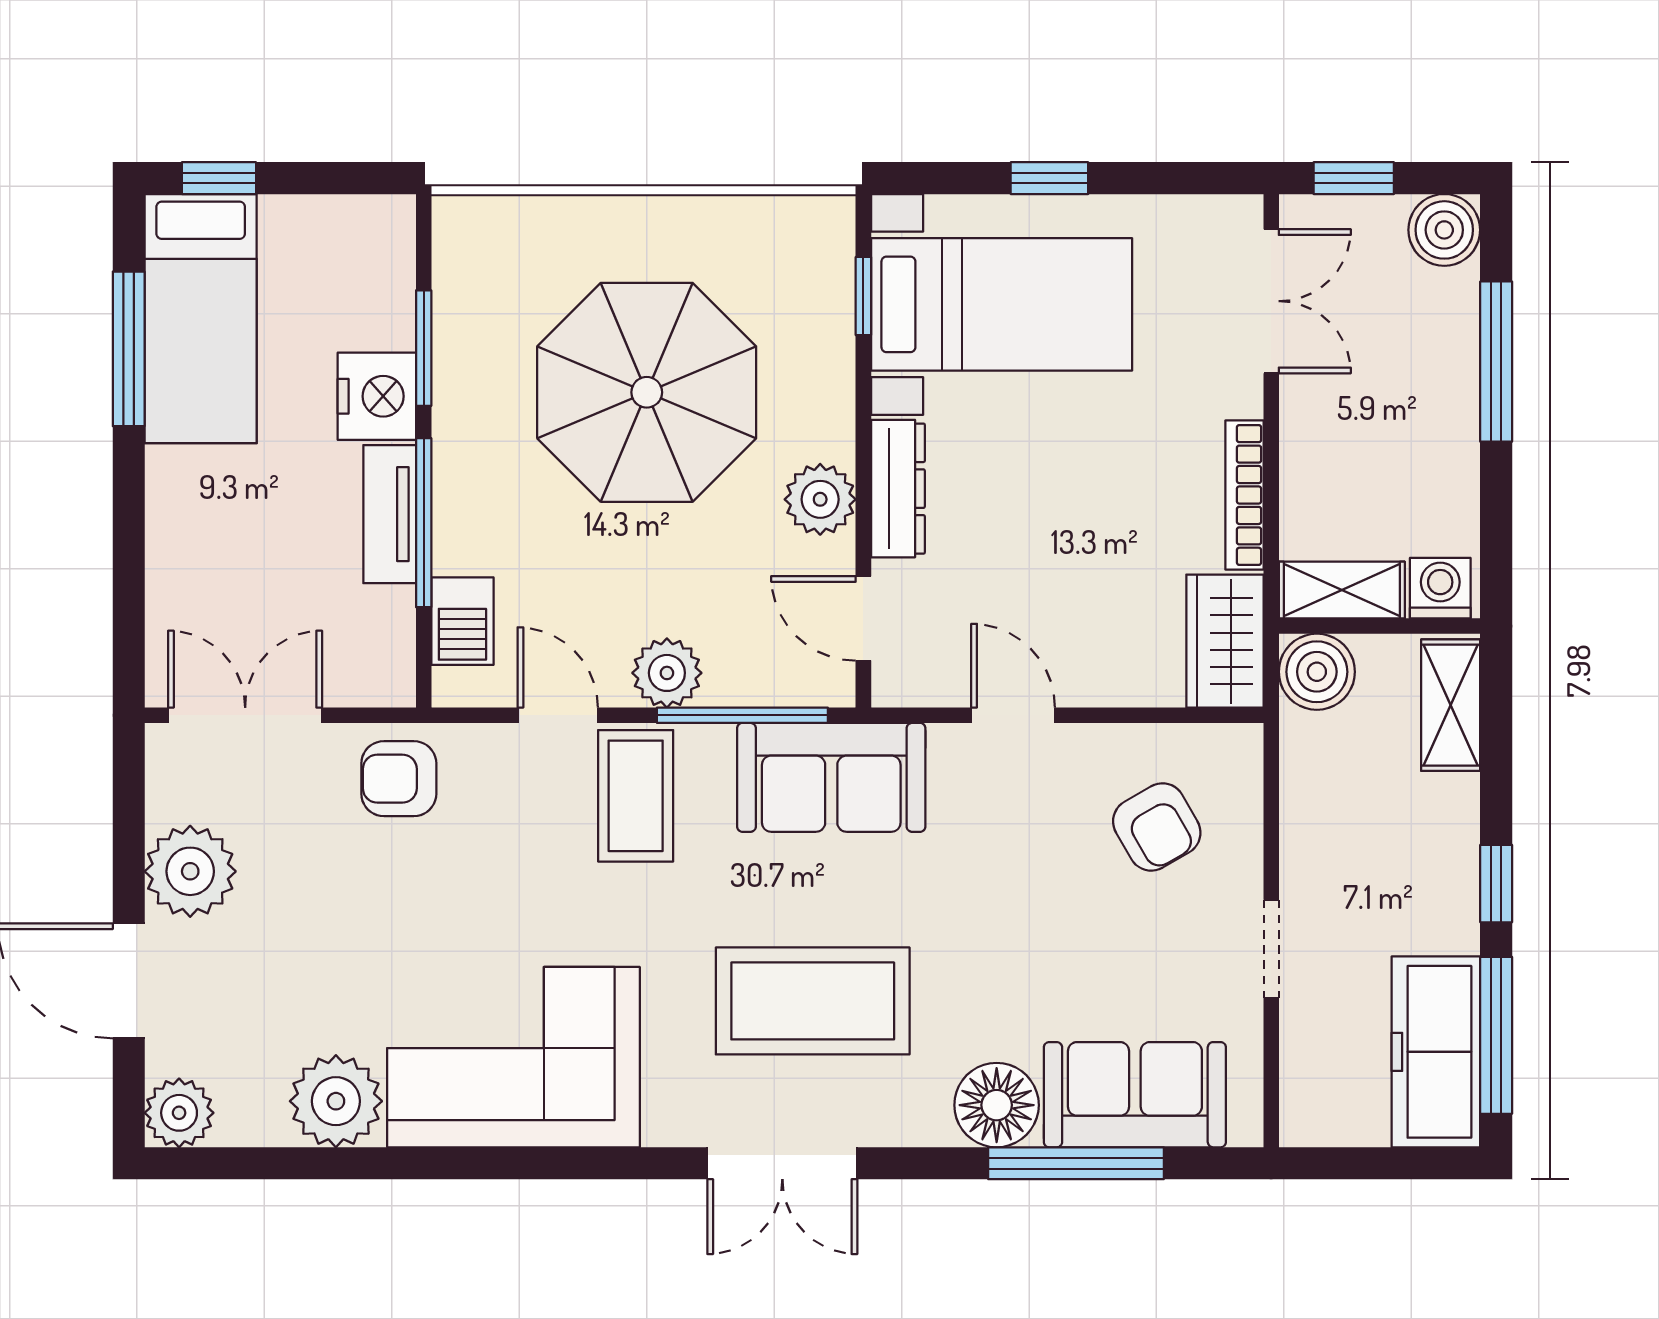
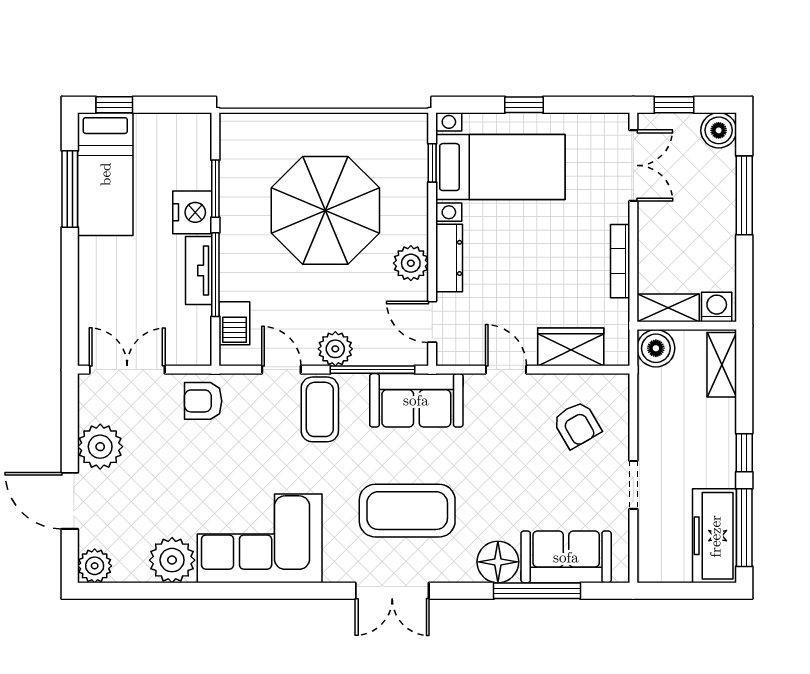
wardrobe: (1225, 641) -> (571, 347), moved, turned 90

